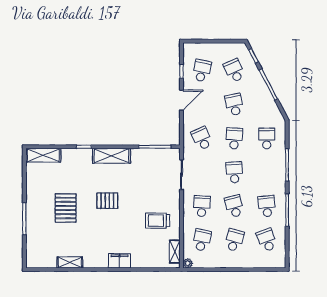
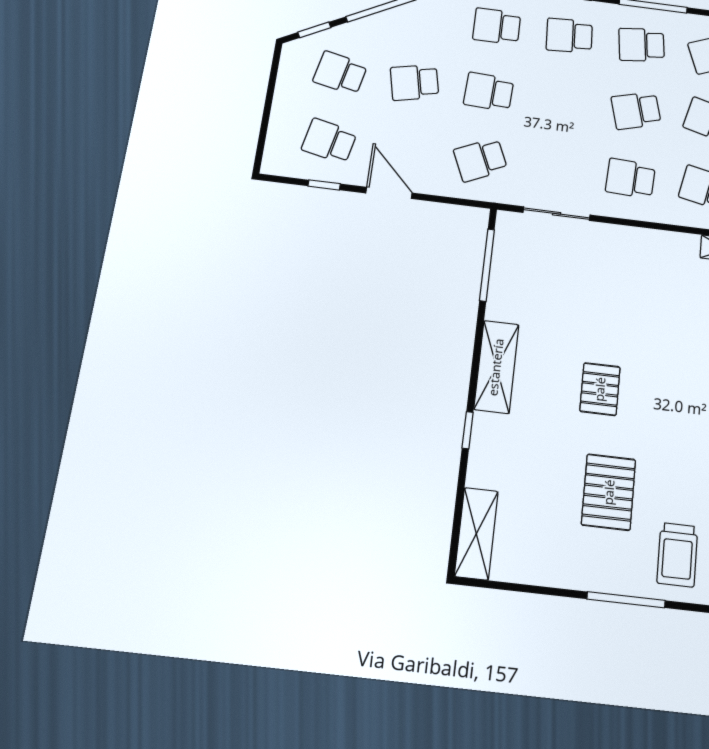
school desk: (234, 71) -> (340, 73), turned 36
school desk: (234, 172) -> (569, 36), moved
pallet: (66, 208) -> (609, 492), turned 90
trolley: (158, 221) -> (677, 555), moved

